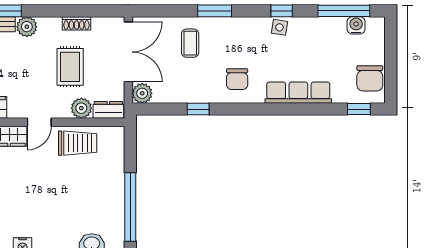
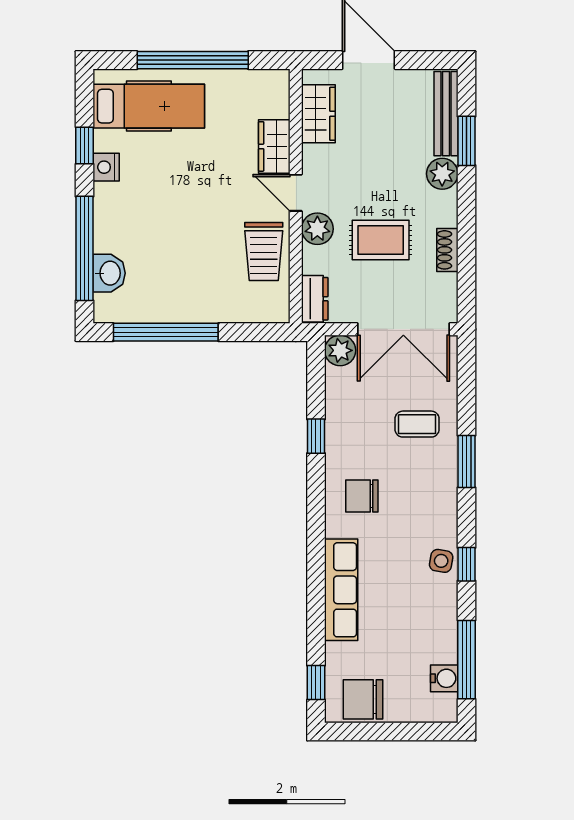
plant: (81, 108) -> (317, 229), moved

